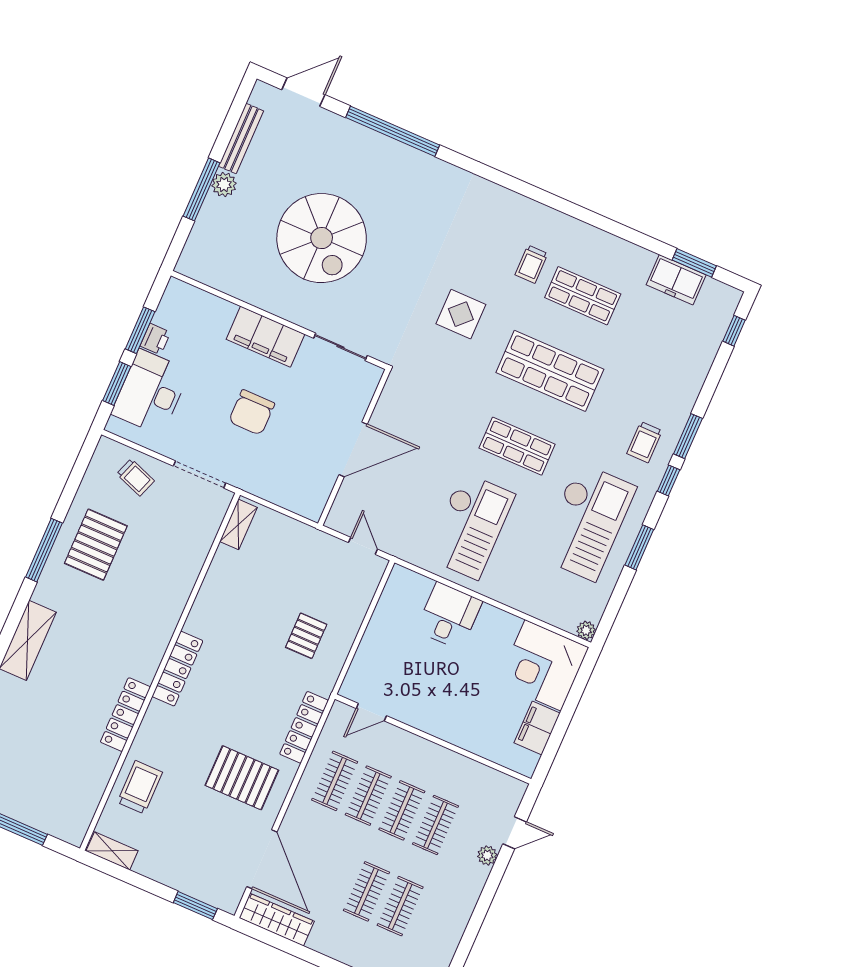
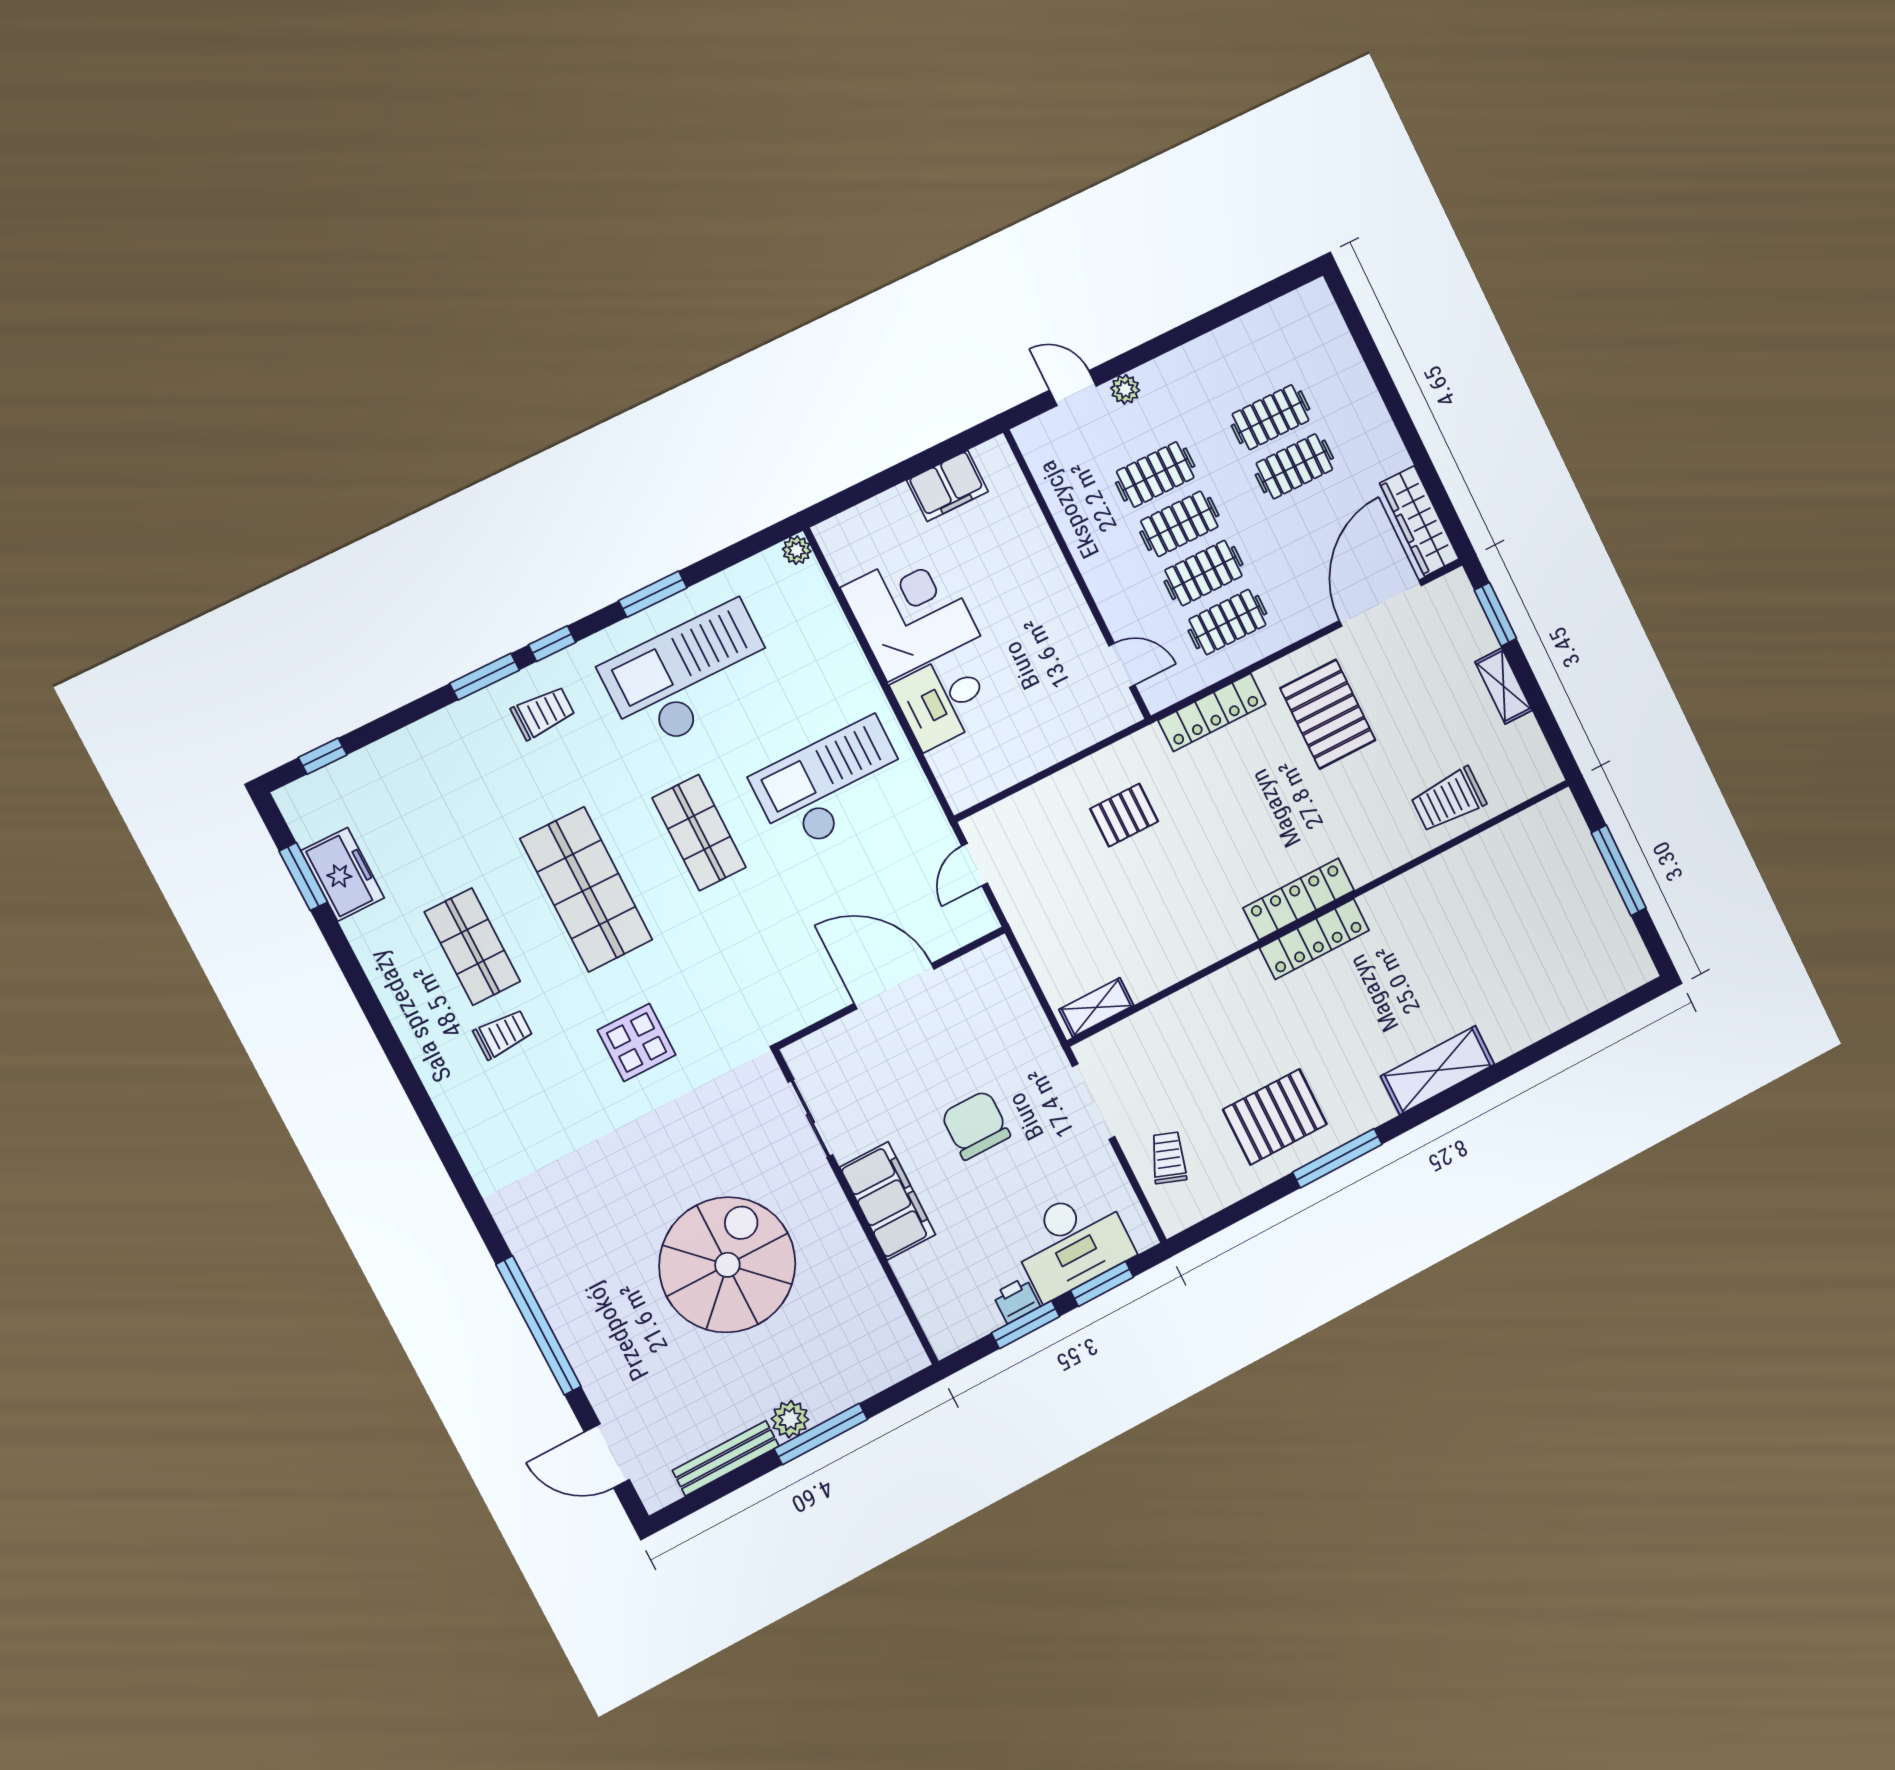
chair: (252, 412) -> (976, 1125), turned -90
corner desk: (543, 665) -> (910, 612), moved, turned -90
locker: (125, 715) -> (1314, 939), moved
shelving: (112, 851) -> (1504, 686), moved

